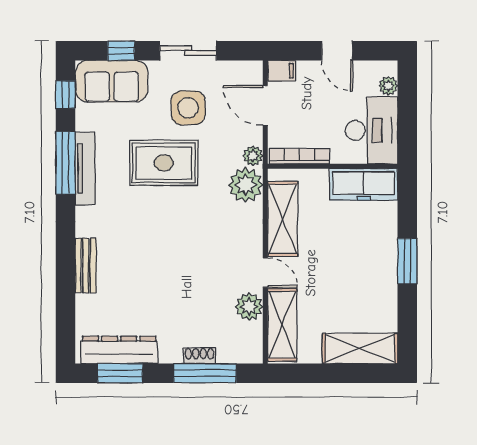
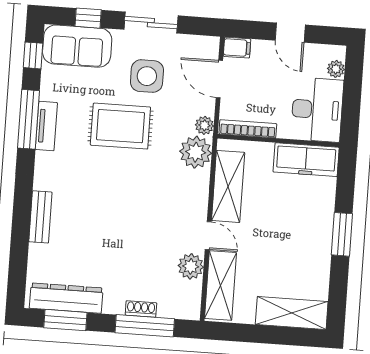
tv unit: (85, 168) -> (46, 126), width x0.71

